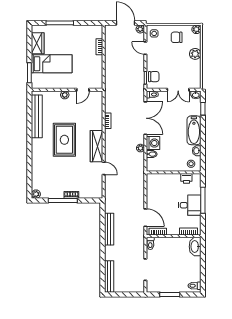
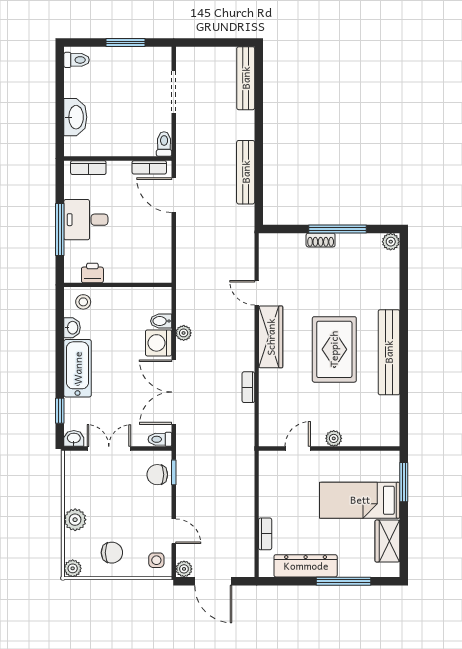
dresser: (79, 31) -> (306, 566), added
bench: (37, 116) -> (389, 352), moved
washbasin: (195, 247) -> (75, 117), moved

